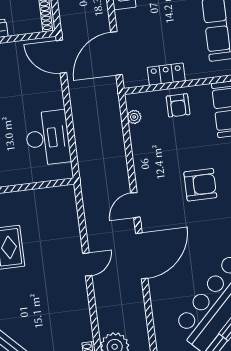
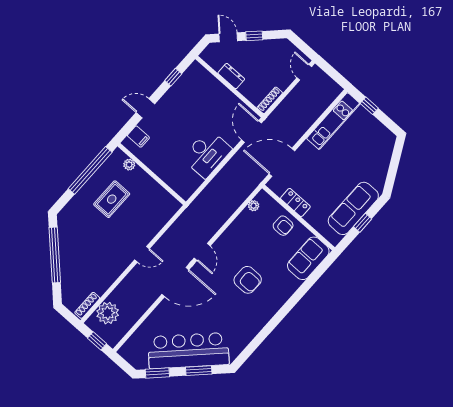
armchair: (178, 105) -> (283, 226), turned -90
desk: (48, 138) -> (207, 154), moved
door: (135, 205) -> (202, 252), swing flipped

